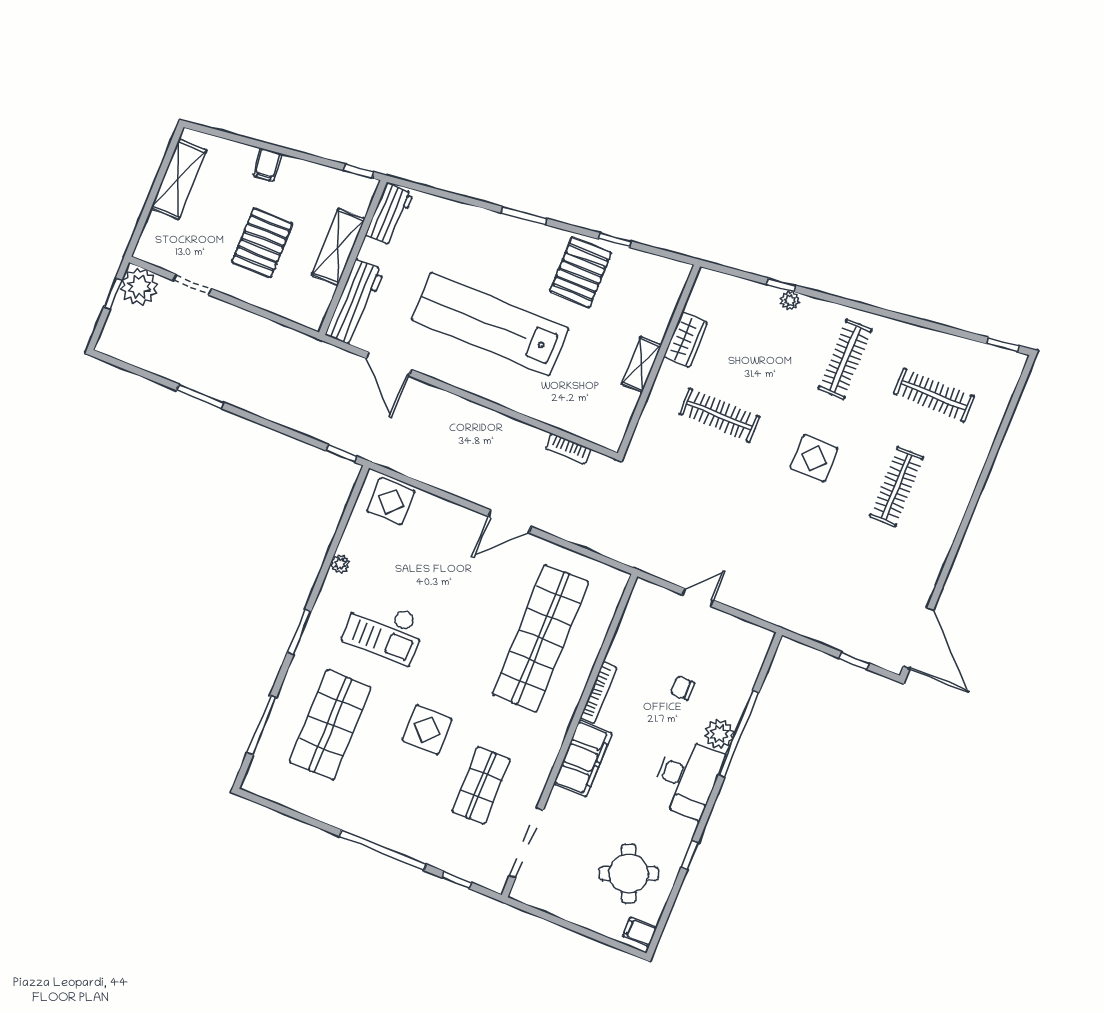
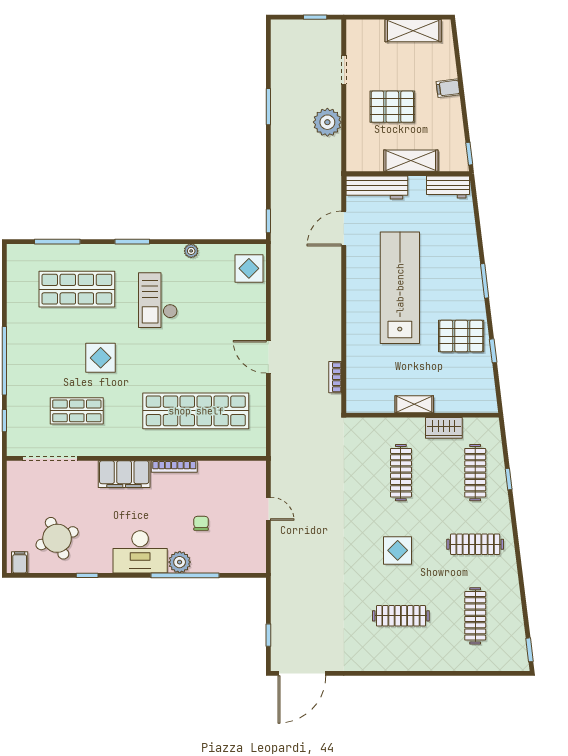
plant: (139, 287) -> (327, 122), moved
plant: (790, 300) -> (500, 489), removed
clothes rail: (757, 323) -> (475, 473), added

